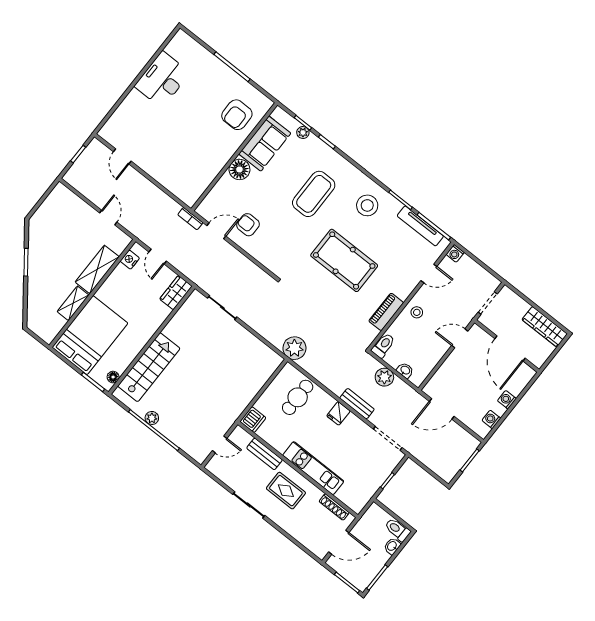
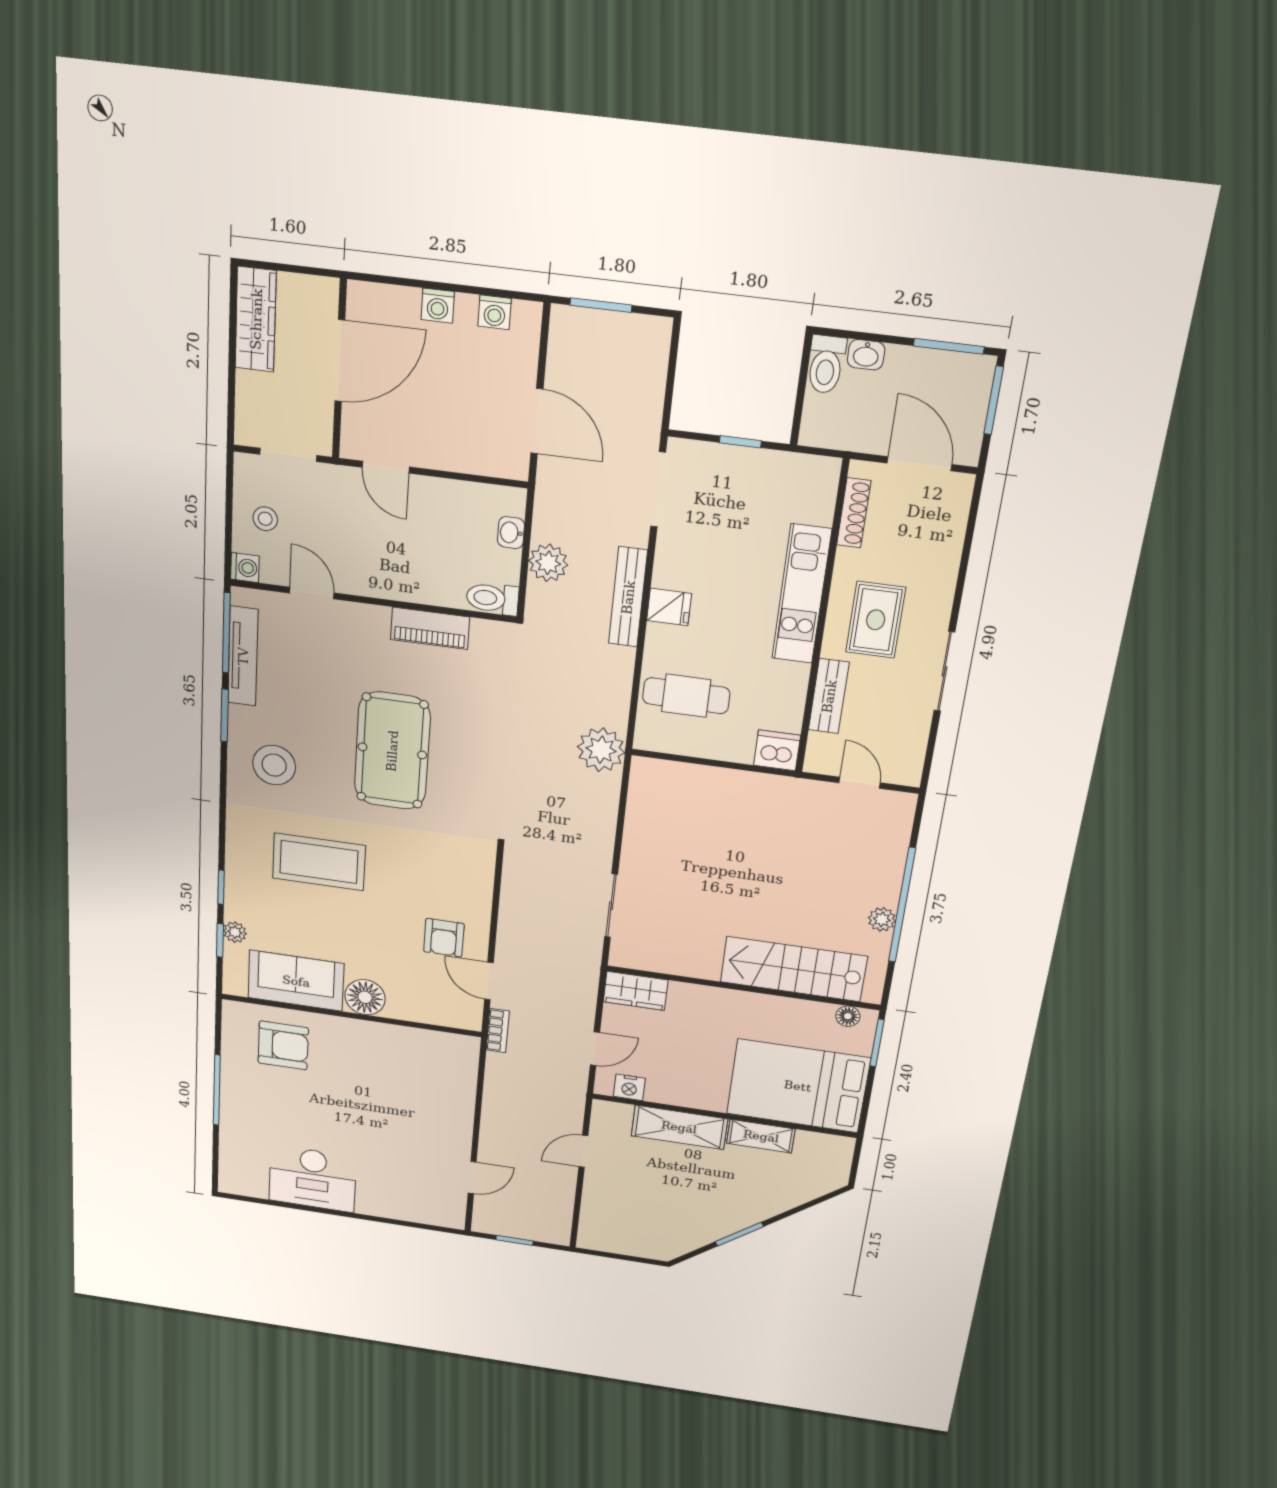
stool: (417, 312) -> (265, 519), moved
bench: (357, 404) -> (628, 597), width x1.36

